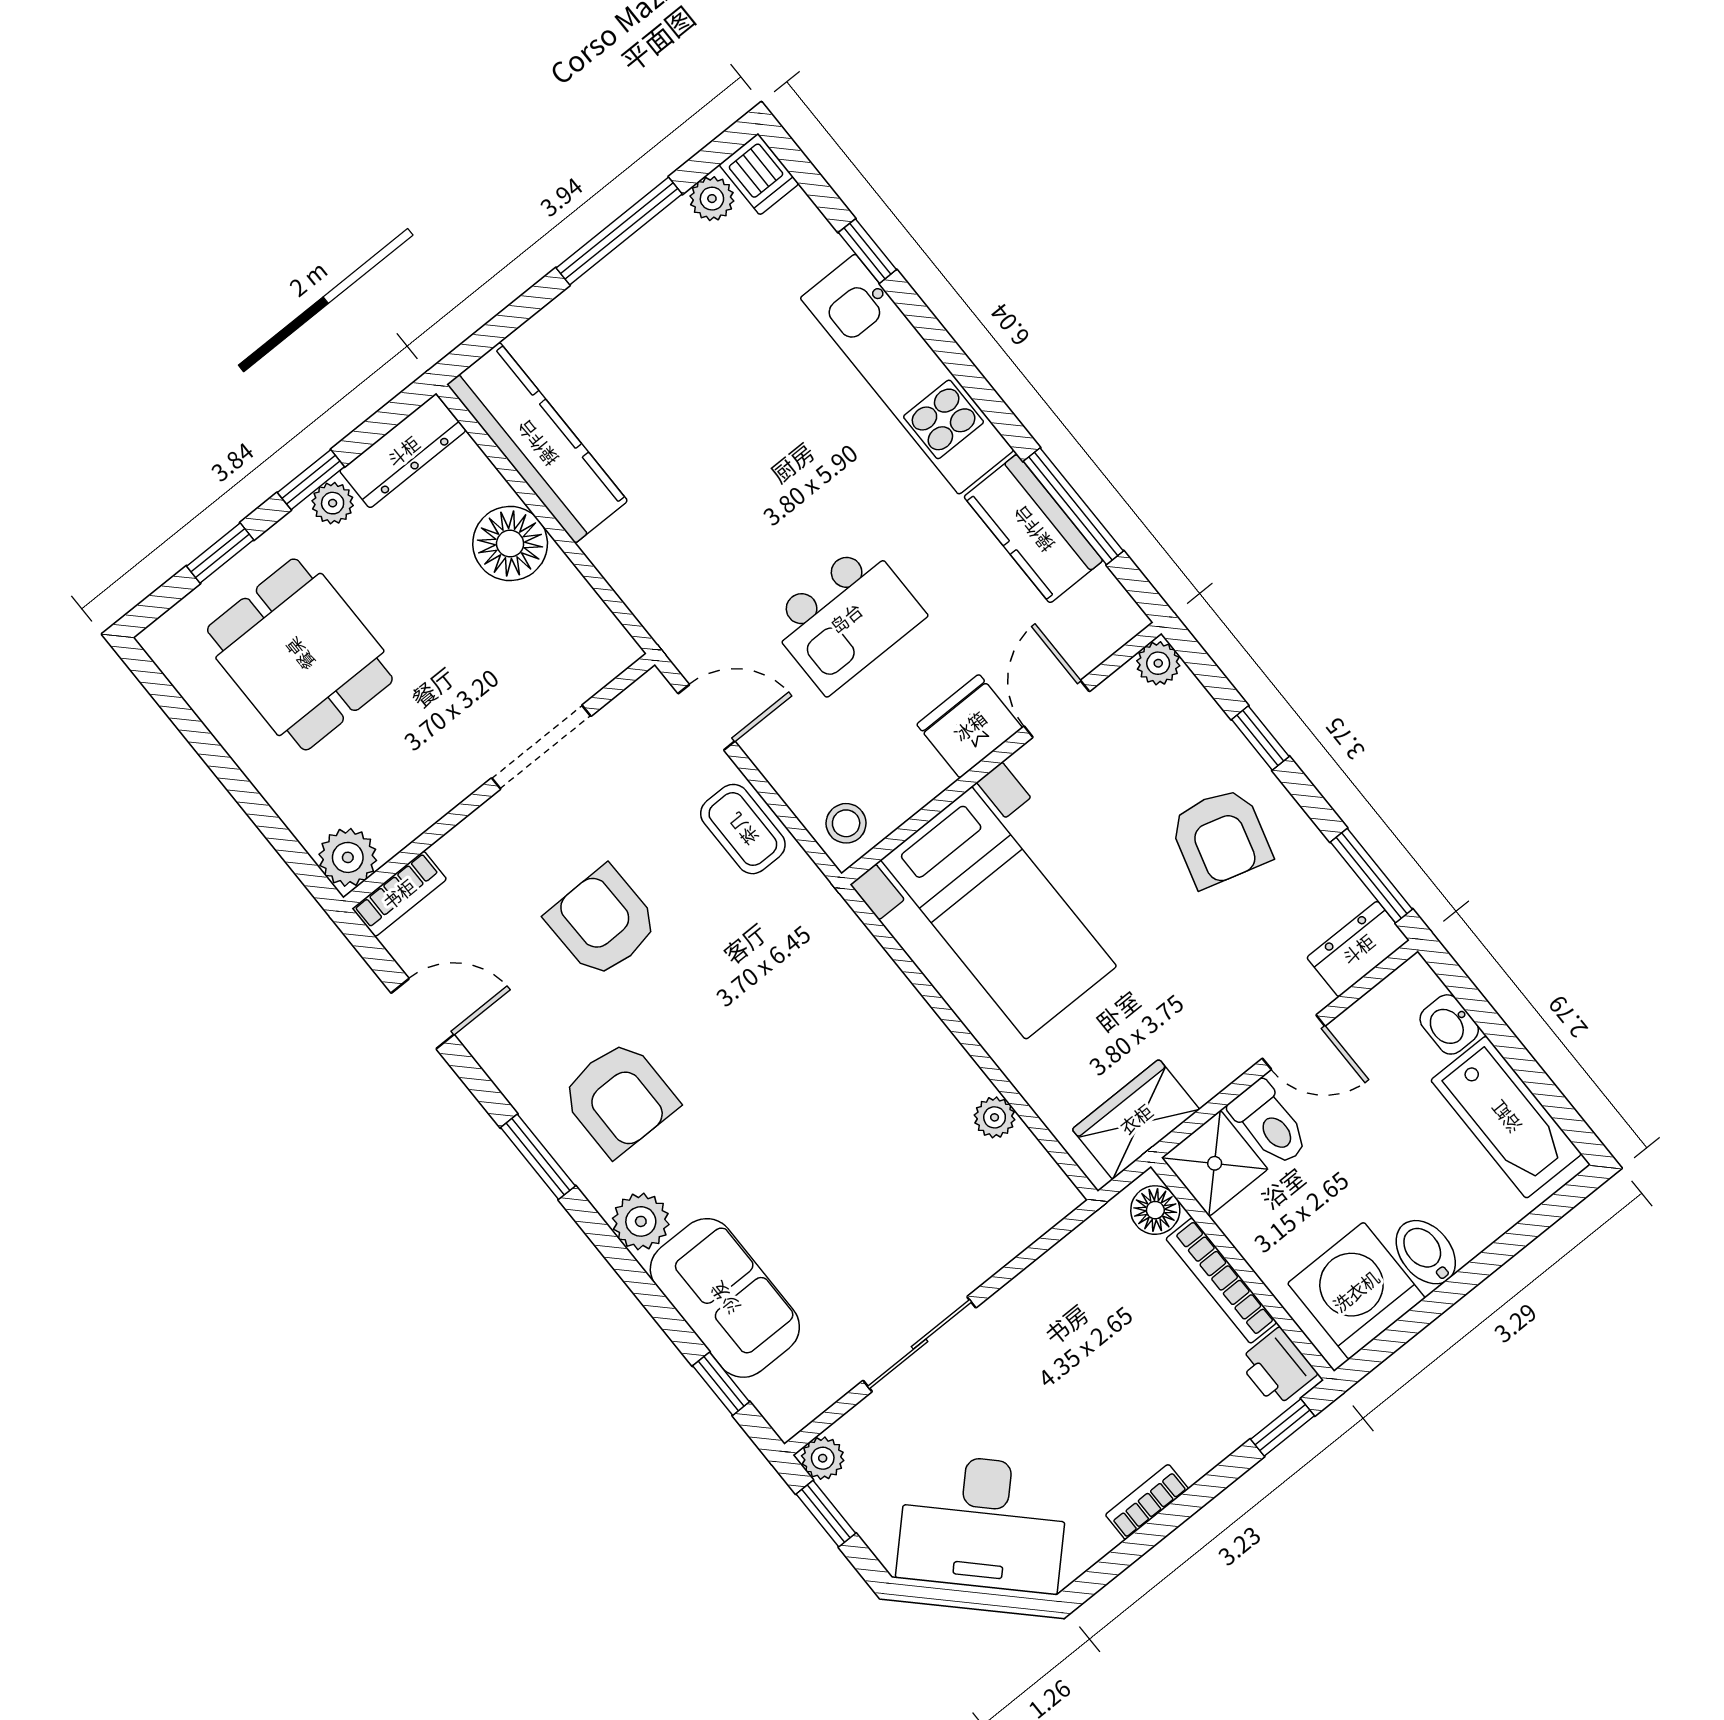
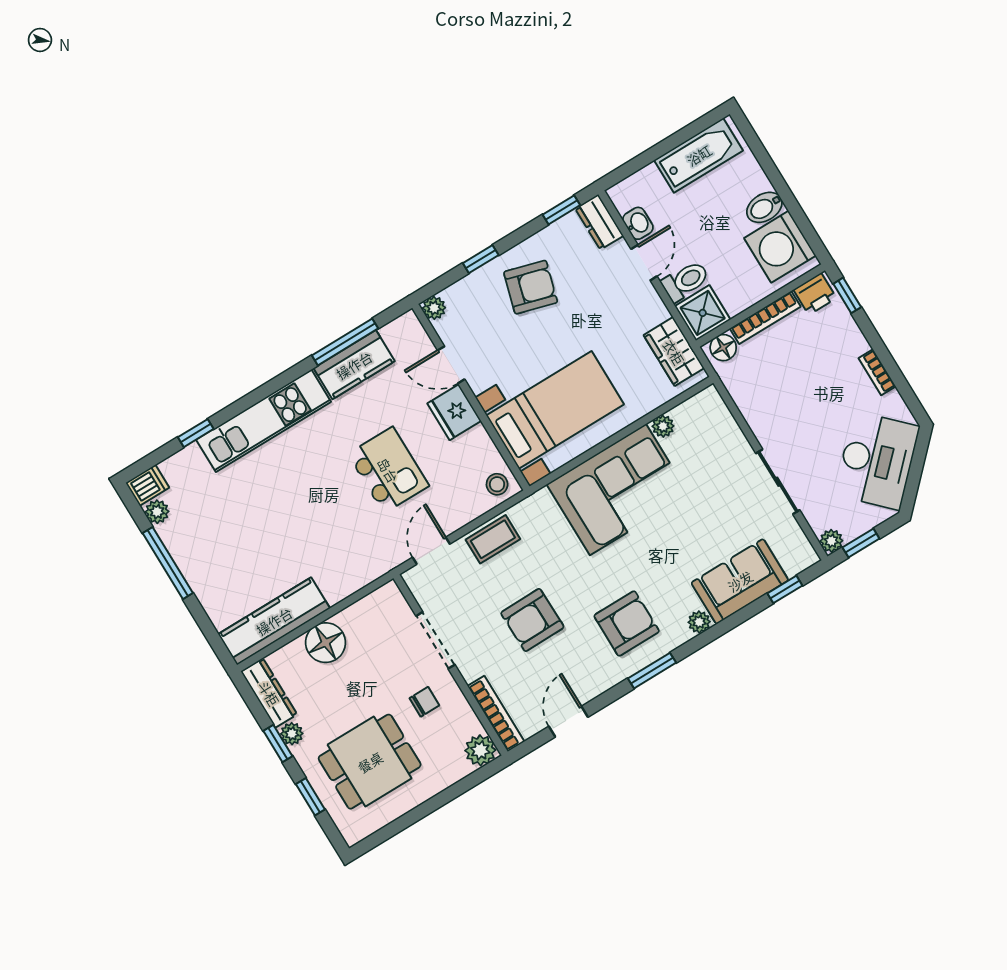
chair: (424, 742) -> (424, 702), added
window: (1371, 876) -> (561, 210), width x0.67
bookcase: (399, 894) -> (496, 714), width x1.56
washbasin: (1449, 1024) -> (638, 223), moved, turned -90
corner sofa: (866, 1049) -> (618, 490), added
plant: (641, 1221) -> (699, 622), width x0.73, depth x0.73

